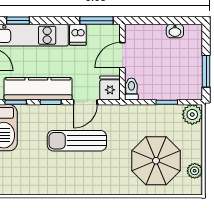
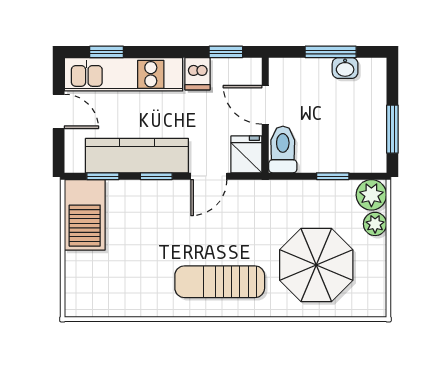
window: (97, 21) -> (226, 52), width x0.67
window: (165, 21) -> (331, 52), added
door: (122, 55) -> (265, 105), hinge flipped
toilet: (131, 89) -> (283, 149), width x1.37, depth x1.39
sun lounger: (77, 141) -> (220, 282), moved
plant: (195, 171) -> (375, 224), moved

